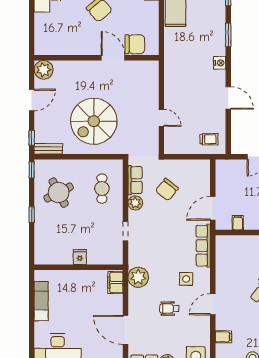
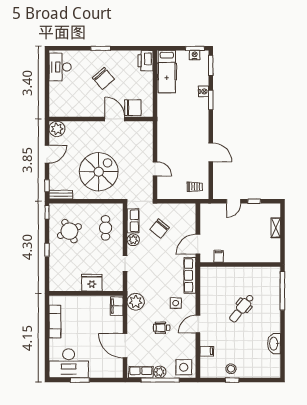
nightstand: (220, 63) -> (204, 91), moved
spiral stairs: (94, 121) -> (99, 172), turned 180
fridge: (80, 257) -> (92, 283), width x1.88, depth x1.34

